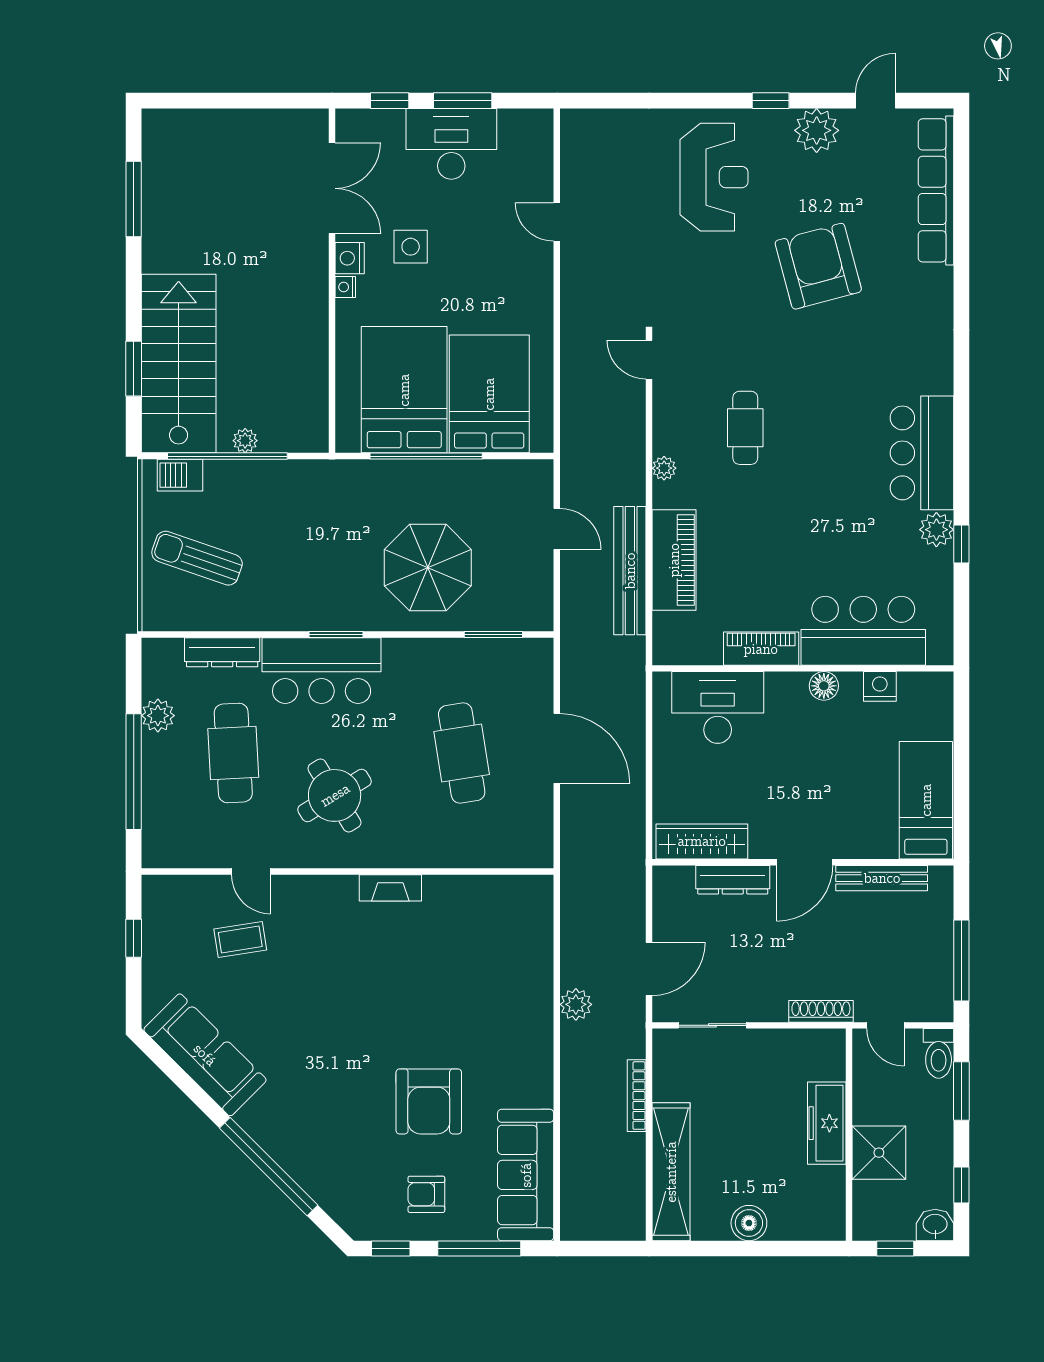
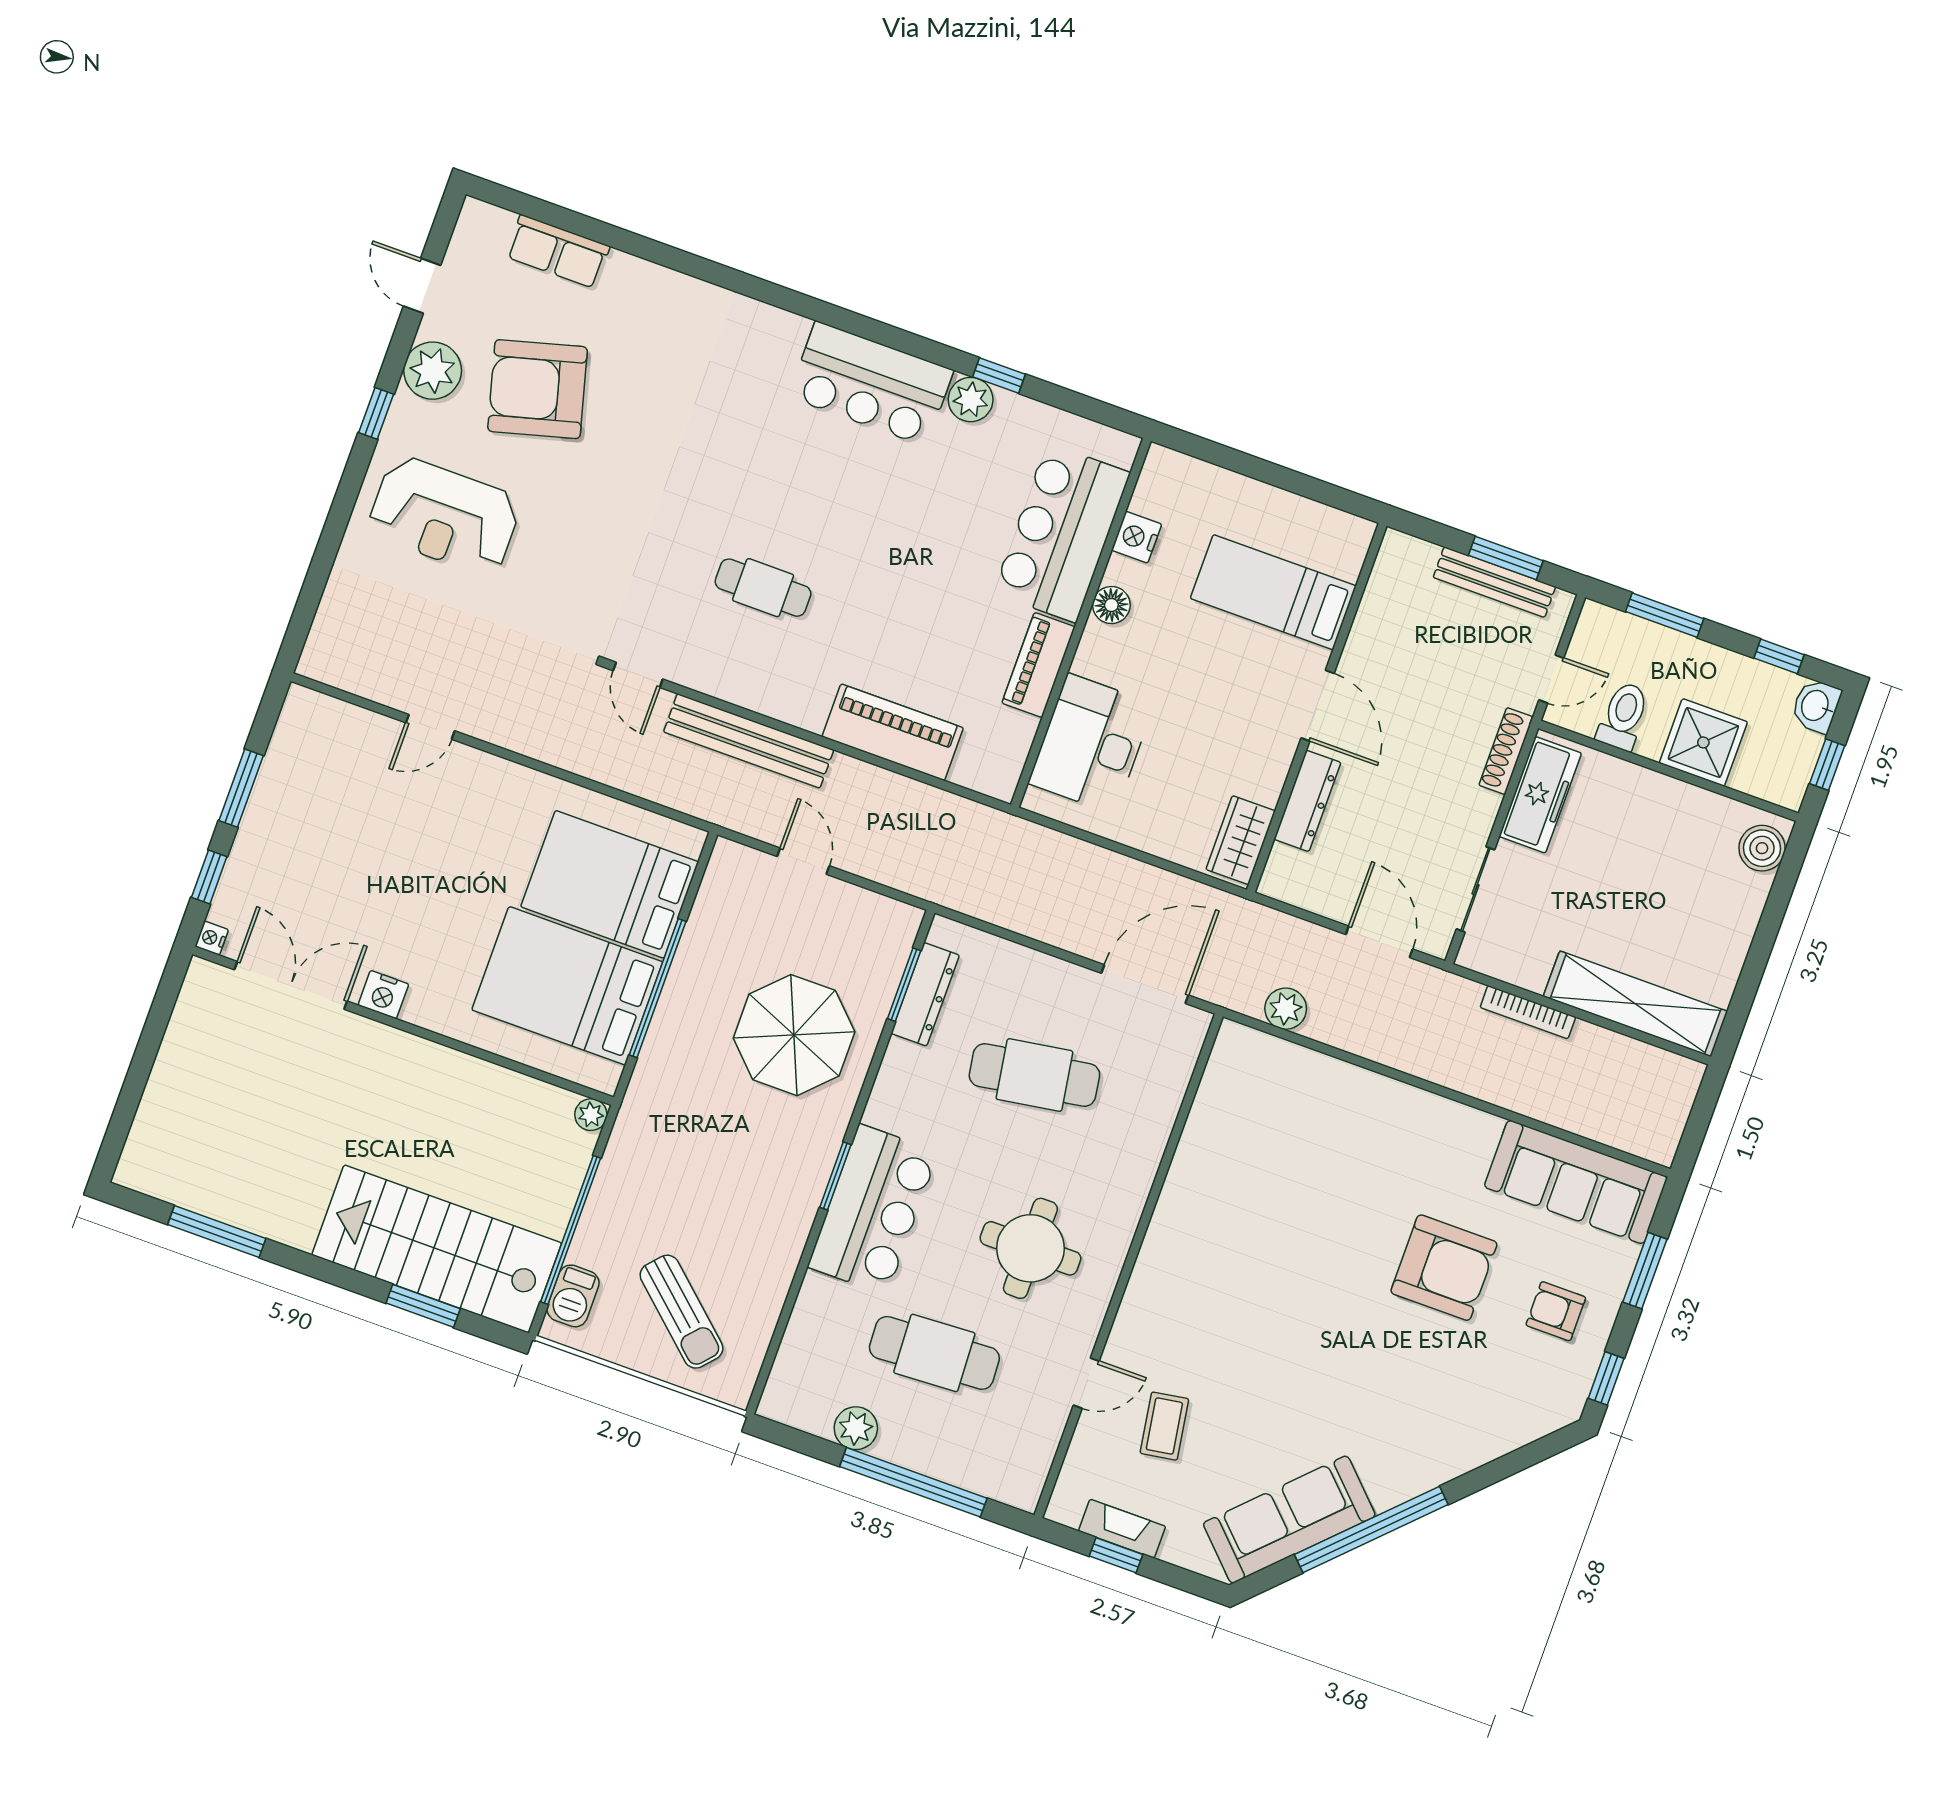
desk: (451, 144) -> (289, 821), removed
reception desk: (714, 177) -> (444, 516), turned 180
row of seats: (936, 190) -> (558, 252), width x0.50
side table: (411, 247) -> (396, 915), removed
armchair: (818, 266) -> (538, 389), moved
nightstand: (345, 287) -> (212, 938), moved, turned 90
door: (649, 360) -> (638, 675), hinge flipped
plant: (245, 441) -> (591, 1115), moved
plant: (664, 468) -> (777, 704), removed
door: (557, 529) -> (803, 861), hinge flipped
sun lounger: (197, 558) -> (681, 1312), turned -67
bench: (630, 571) -> (749, 741), moved
dresser: (222, 652) -> (925, 994), moved
door: (557, 748) -> (1145, 984), moved
round table: (335, 795) -> (1030, 1248), turned 31
bed: (926, 800) -> (1273, 592), moved
wardrobe: (702, 841) -> (1241, 840), width x0.67
bench: (882, 878) -> (1494, 582), moved, turned 90
fireplace: (390, 888) -> (1122, 1529), moved, turned -90
window: (961, 961) -> (1506, 558), width x0.69
plant: (576, 1004) -> (1286, 1009), moved
toilet: (939, 1053) -> (1623, 716), moved, turned -90
freezer: (827, 1123) -> (1540, 795), moved, turned -90
window: (269, 1167) -> (1371, 1530), moved
armchair: (426, 1194) -> (1556, 1311), turned 90
boiler: (749, 1223) -> (1762, 848), moved
window: (479, 1248) -> (1645, 1271), width x0.69

